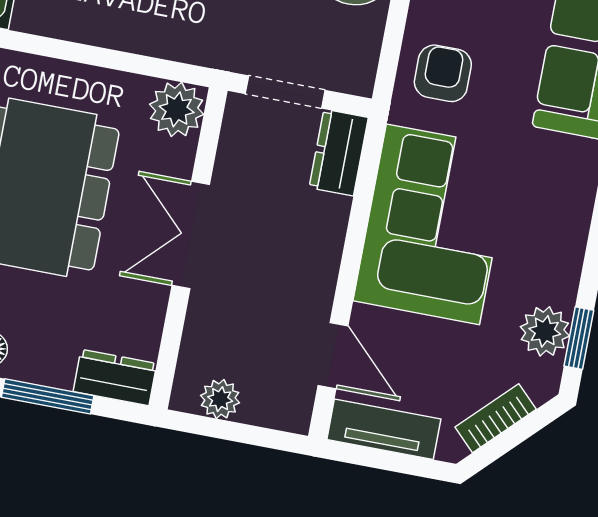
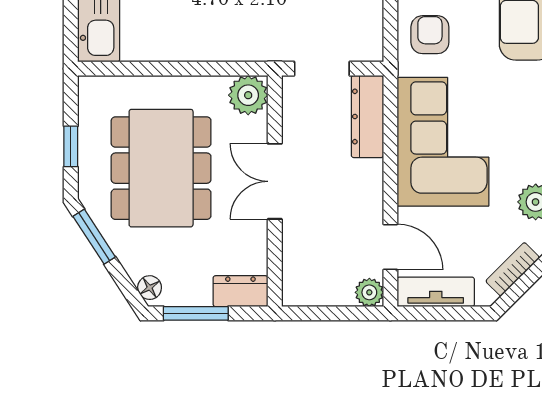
dresser: (339, 153) -> (367, 116), width x1.44
plant: (220, 399) -> (369, 292), moved

